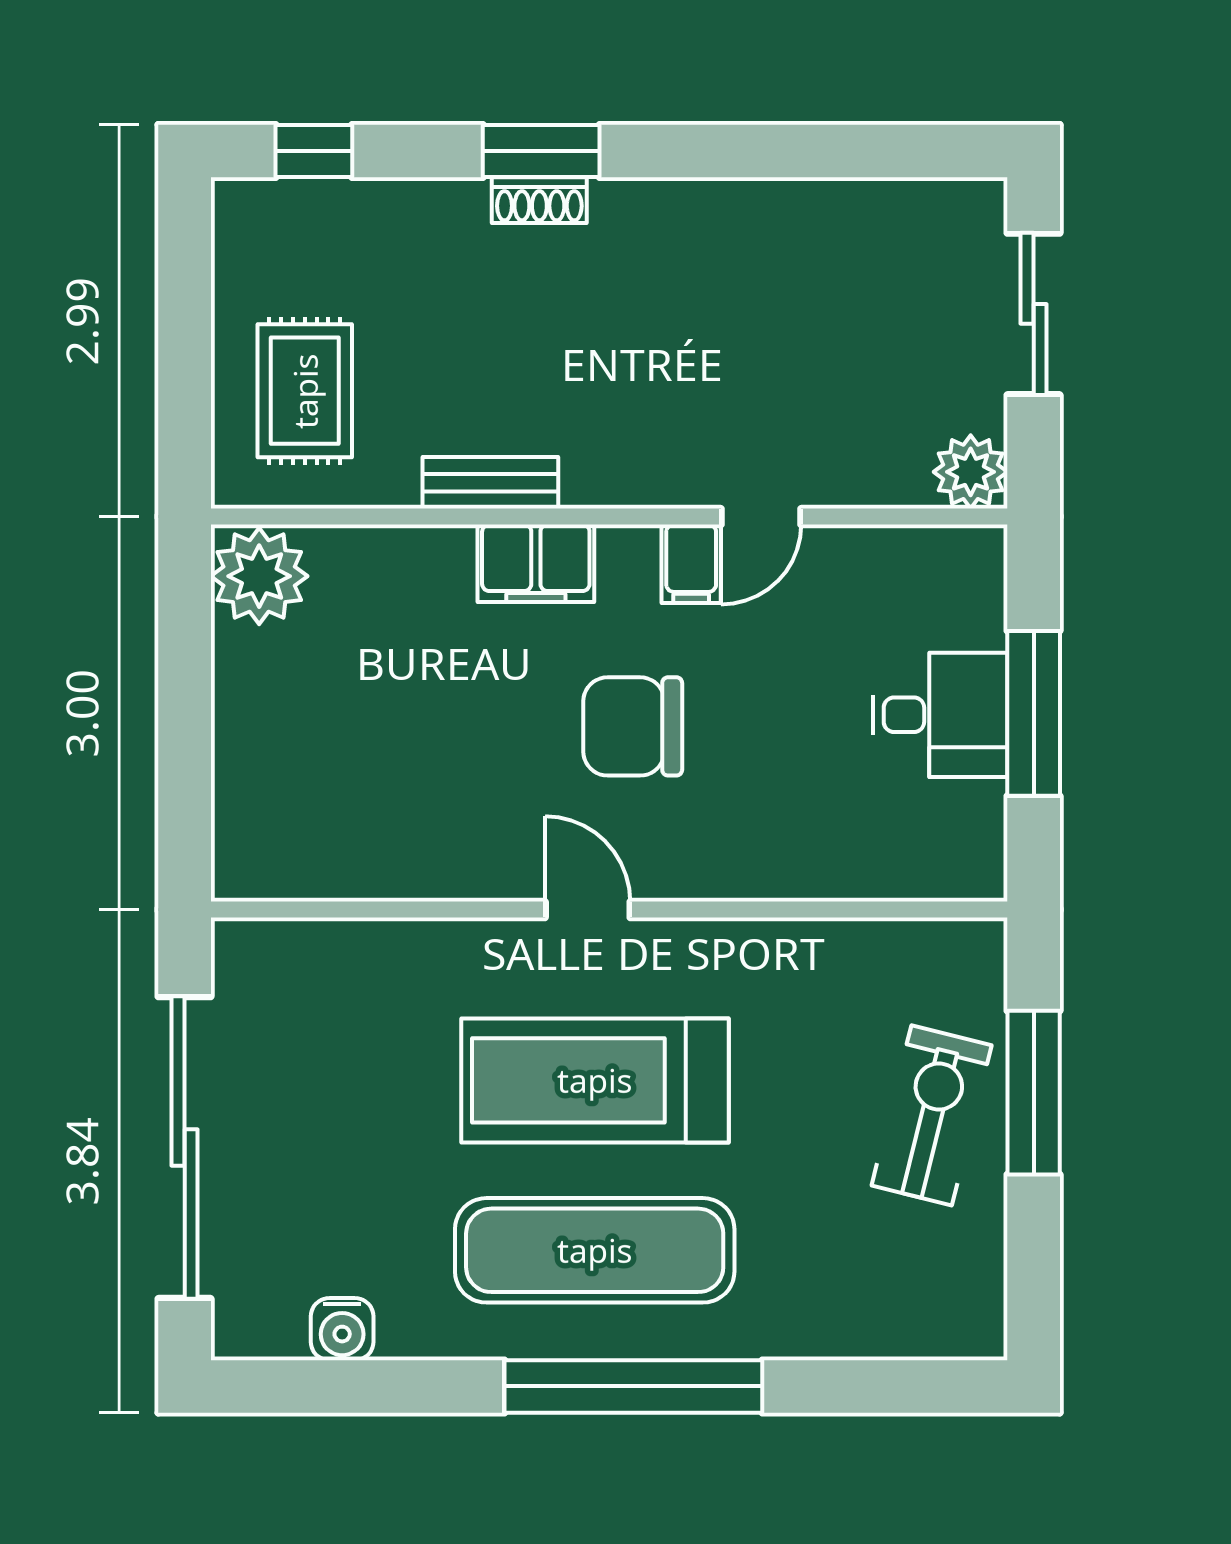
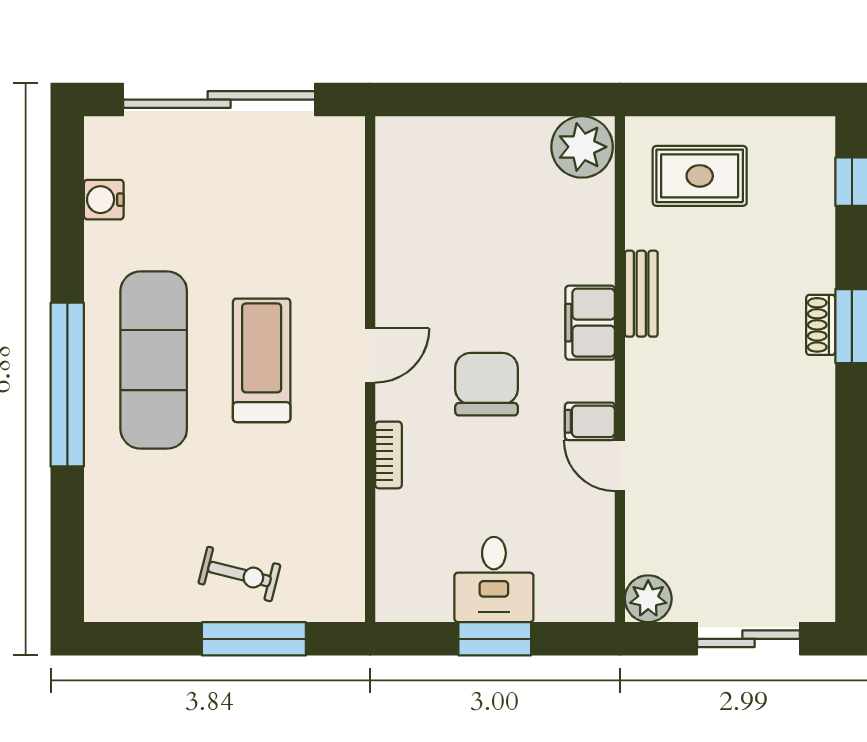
window: (1034, 713) -> (495, 639), width x0.69
bookcase: (744, 881) -> (388, 455), added
treadmill: (595, 1080) -> (262, 360), width x0.73, depth x0.73
exercise bike: (932, 1115) -> (239, 574), width x0.73, depth x0.72

